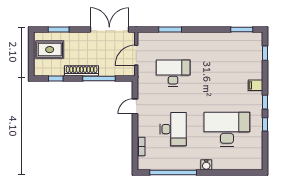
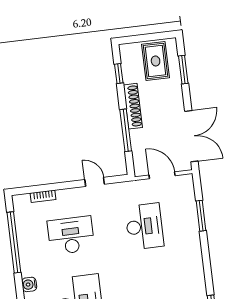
desk: (173, 129) -> (71, 235), turned 180

